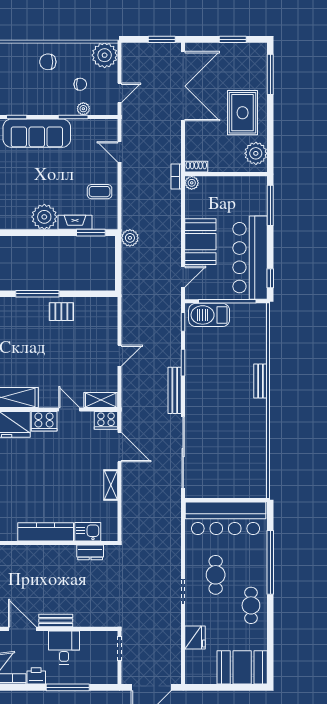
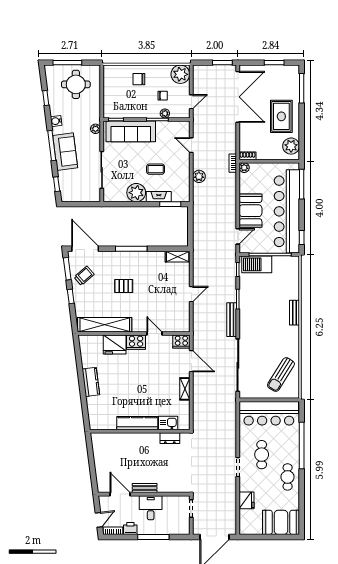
coffee table: (100, 192) -> (156, 169), moved
plant: (130, 238) -> (199, 176), moved
bar counter: (250, 258) -> (287, 211), width x1.36
pallet: (61, 312) -> (124, 286), moved
shelving: (101, 400) -> (178, 257), moved
sun lounger: (242, 465) -> (281, 375), added

